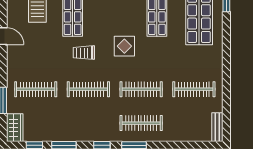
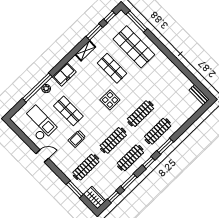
trolley: (84, 53) -> (77, 139), moved
clothes rail: (194, 89) -> (130, 158), moved

